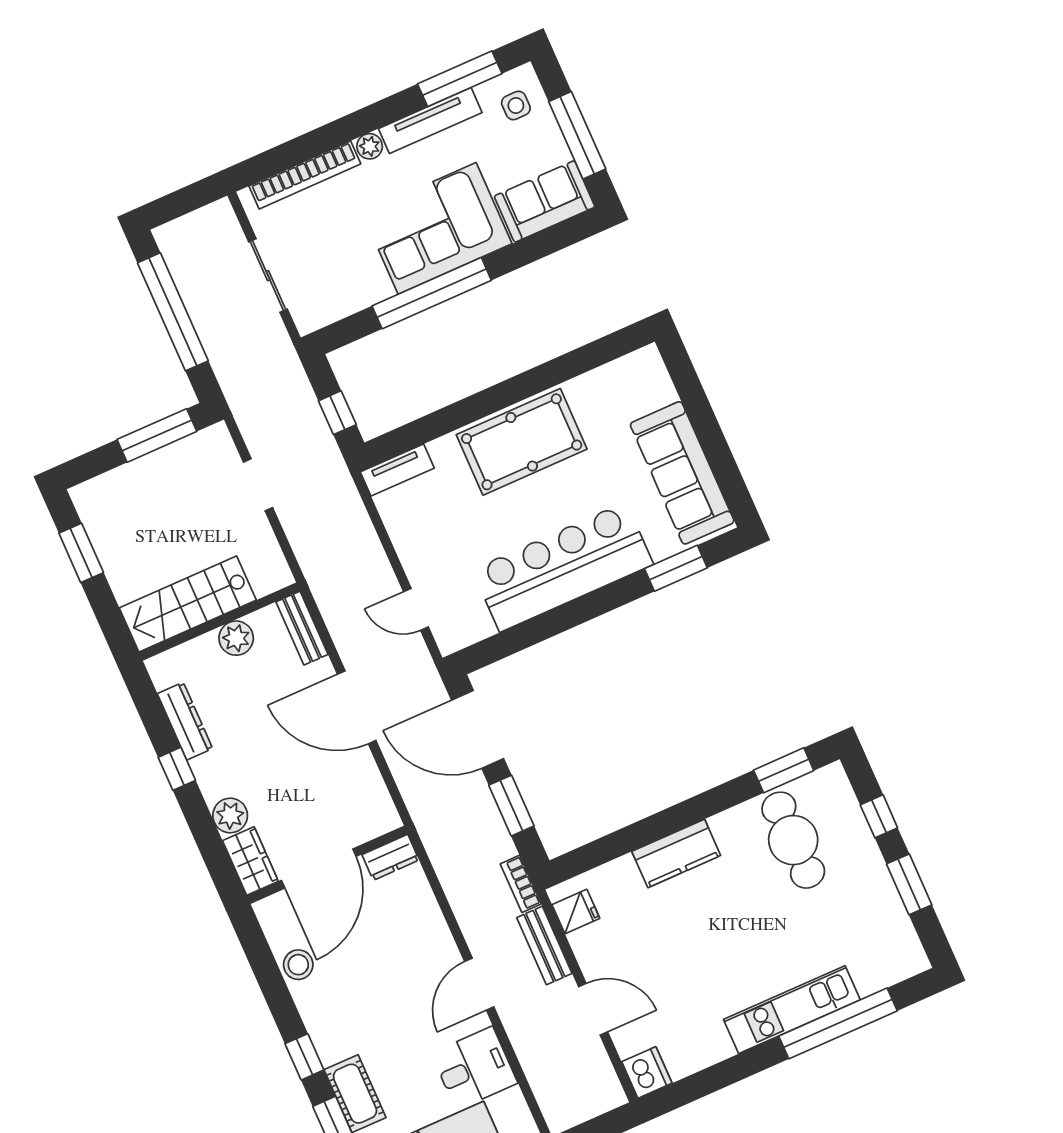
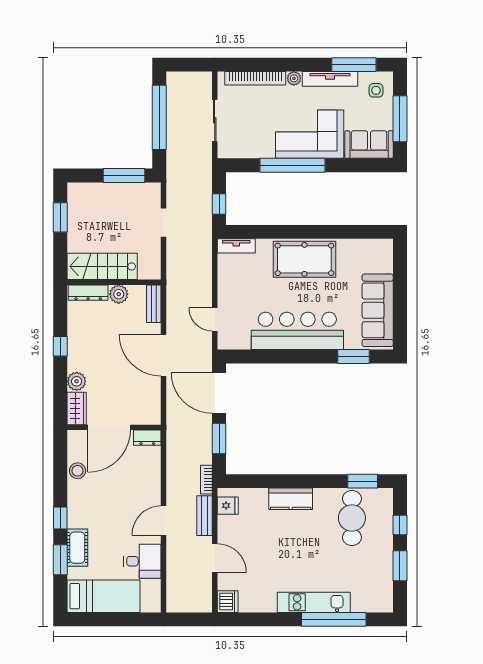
dresser: (185, 721) -> (88, 293), moved, turned 90

